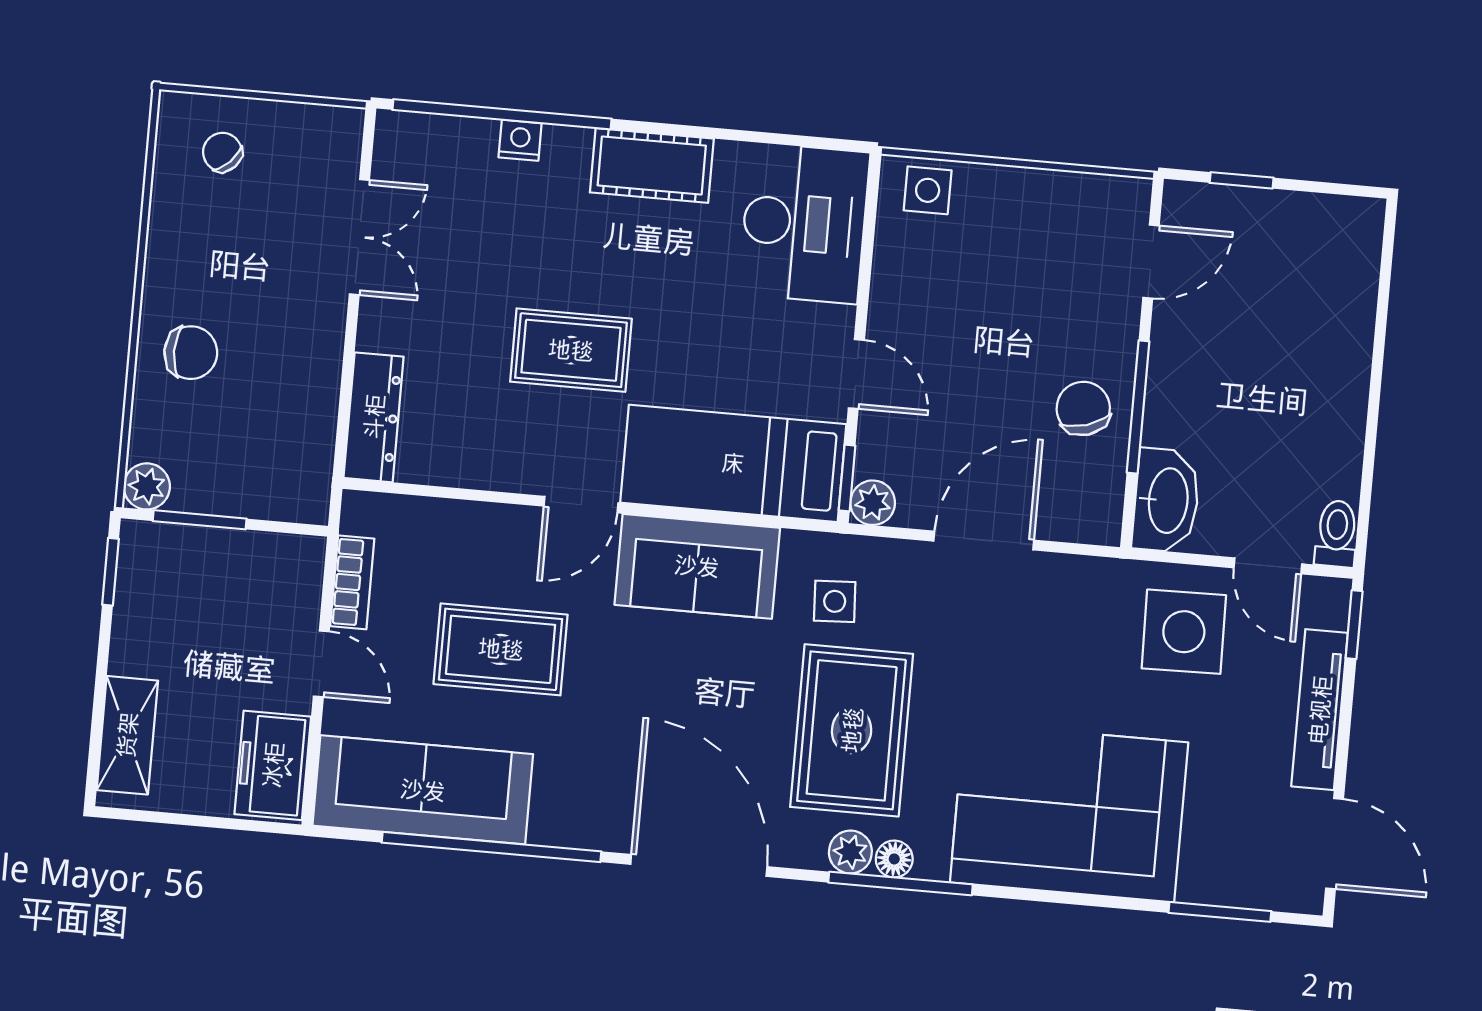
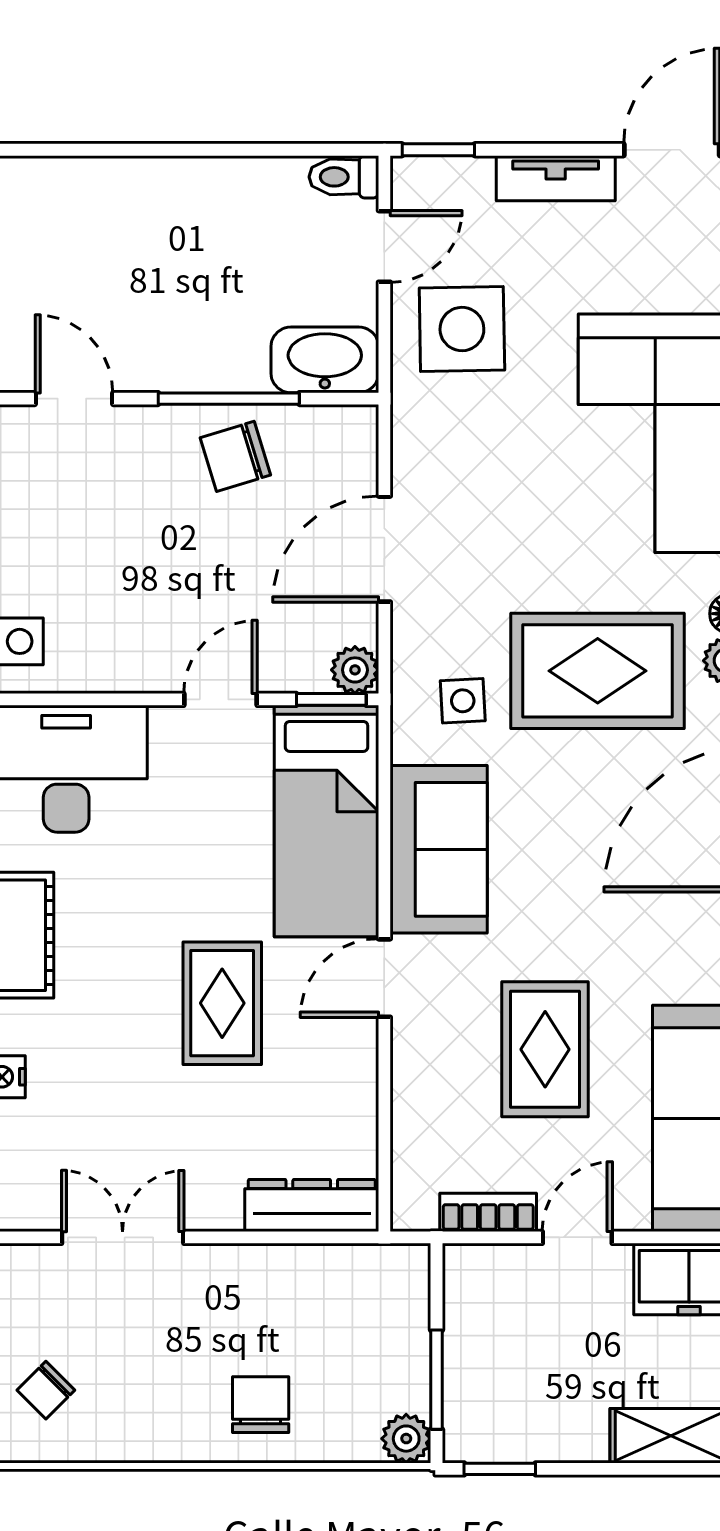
door: (581, 505) -> (384, 978), swing flipped
door: (984, 541) -> (384, 549), hinge flipped
tv unit: (1320, 710) -> (556, 178), width x0.71

